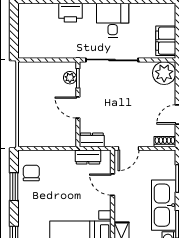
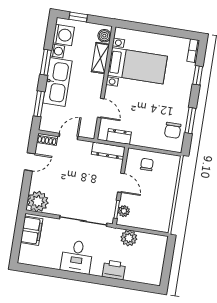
plant: (60, 50) -> (129, 238), added
chair: (53, 132) -> (147, 165), added
dresser: (92, 140) -> (108, 151), width x1.44
door: (129, 148) -> (69, 136), moved

